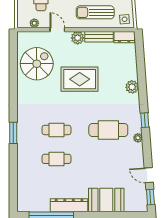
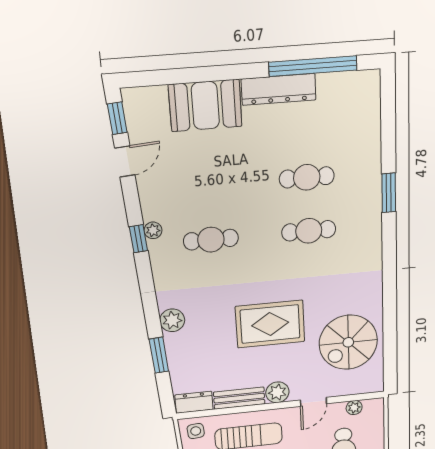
door: (57, 30) -> (314, 402), hinge flipped
window: (141, 67) -> (159, 355), added
window: (145, 120) -> (138, 239), moved
cafe table: (108, 130) -> (211, 240), width x0.73, depth x0.74
window: (13, 133) -> (389, 193), moved
door: (149, 175) -> (125, 161), hinge flipped

